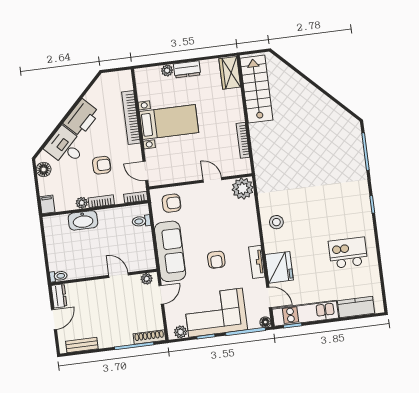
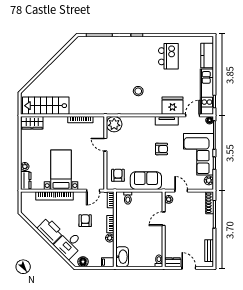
dresser: (187, 69) -> (26, 180), moved
door: (212, 180) -> (105, 145), hinge flipped
washbasin: (83, 220) -> (122, 257), moved
stool: (276, 222) -> (138, 91), moved
sofa: (170, 251) -> (146, 181), width x0.73
kitchen island: (348, 253) -> (168, 56), turned 180

